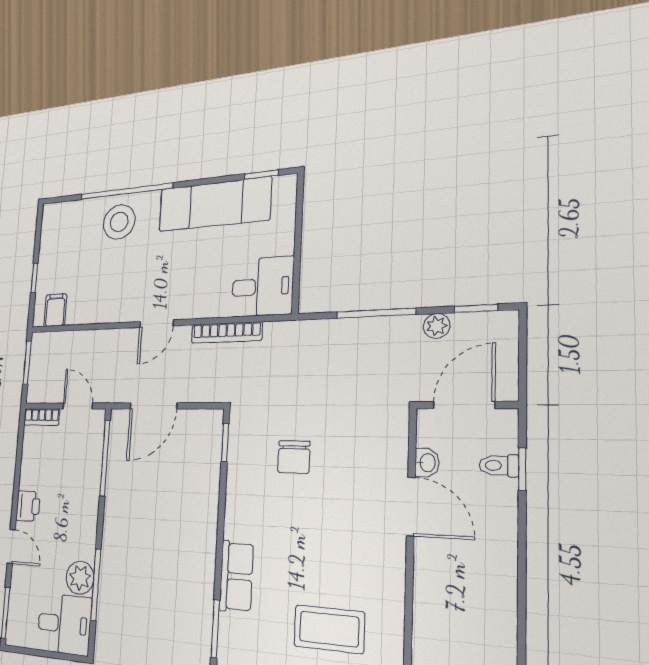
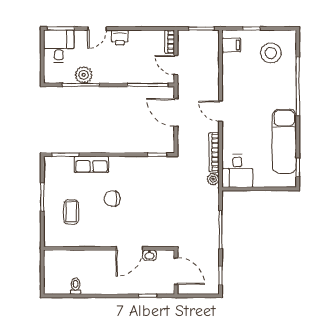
stool: (119, 222) -> (271, 53), moved
plant: (437, 326) -> (213, 179), moved
door: (78, 406) -> (176, 65), swing flipped
chair: (294, 457) -> (112, 198), moved
toilet: (499, 466) -> (76, 286), moved
desk: (64, 624) -> (59, 46), moved, turned 180
coffee table: (329, 629) -> (71, 212), width x0.73, depth x0.77

